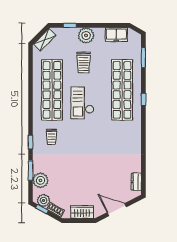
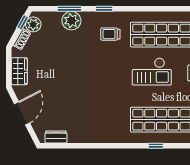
checkout: (82, 103) -> (152, 72), turned 180
plant: (40, 180) -> (71, 21), moved

